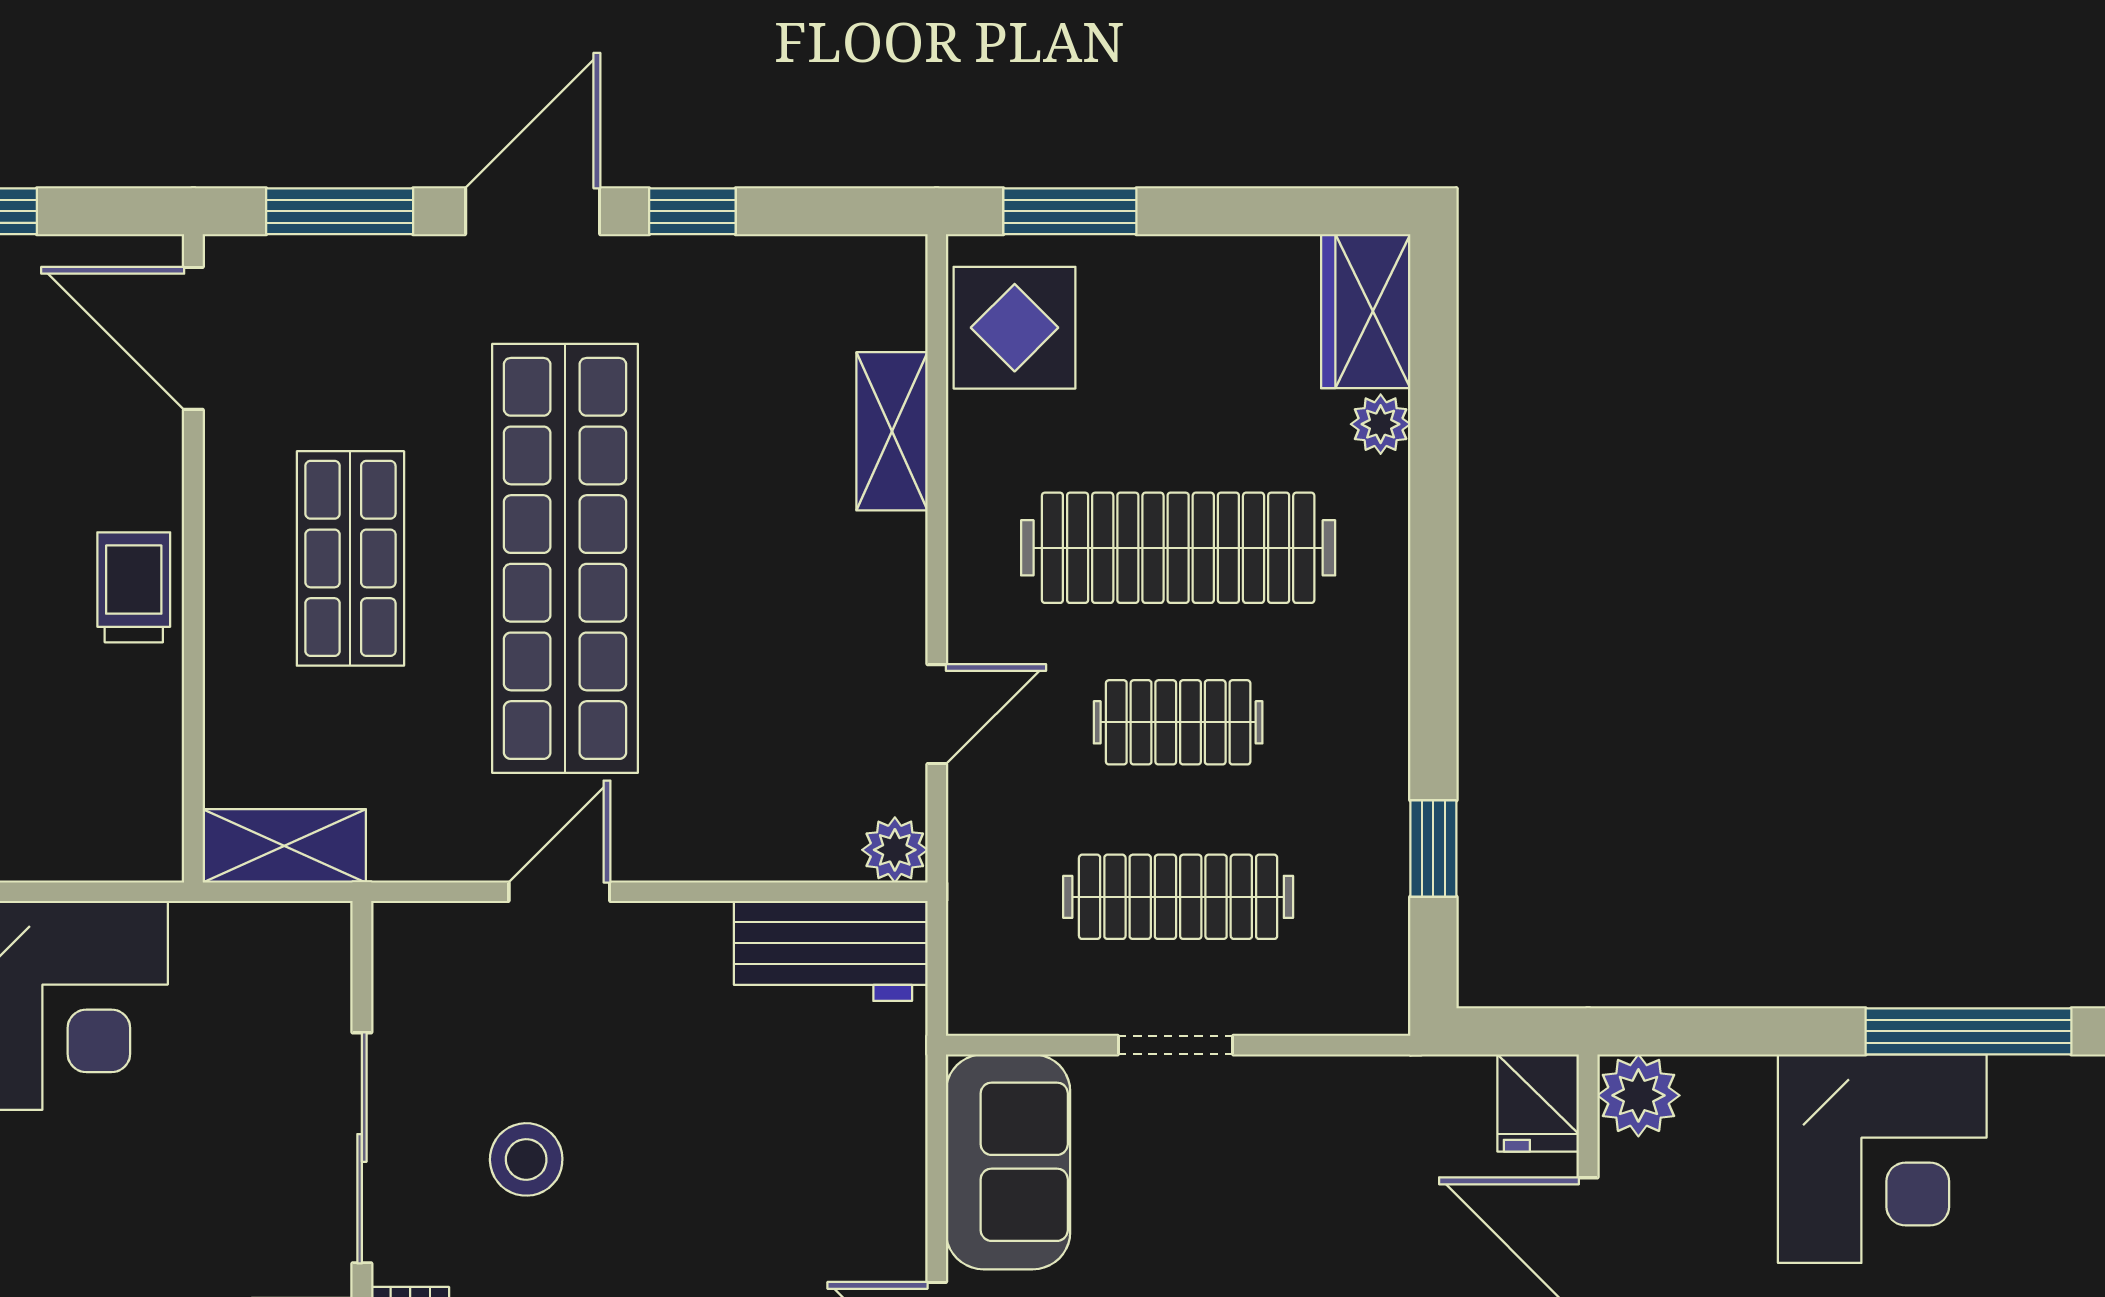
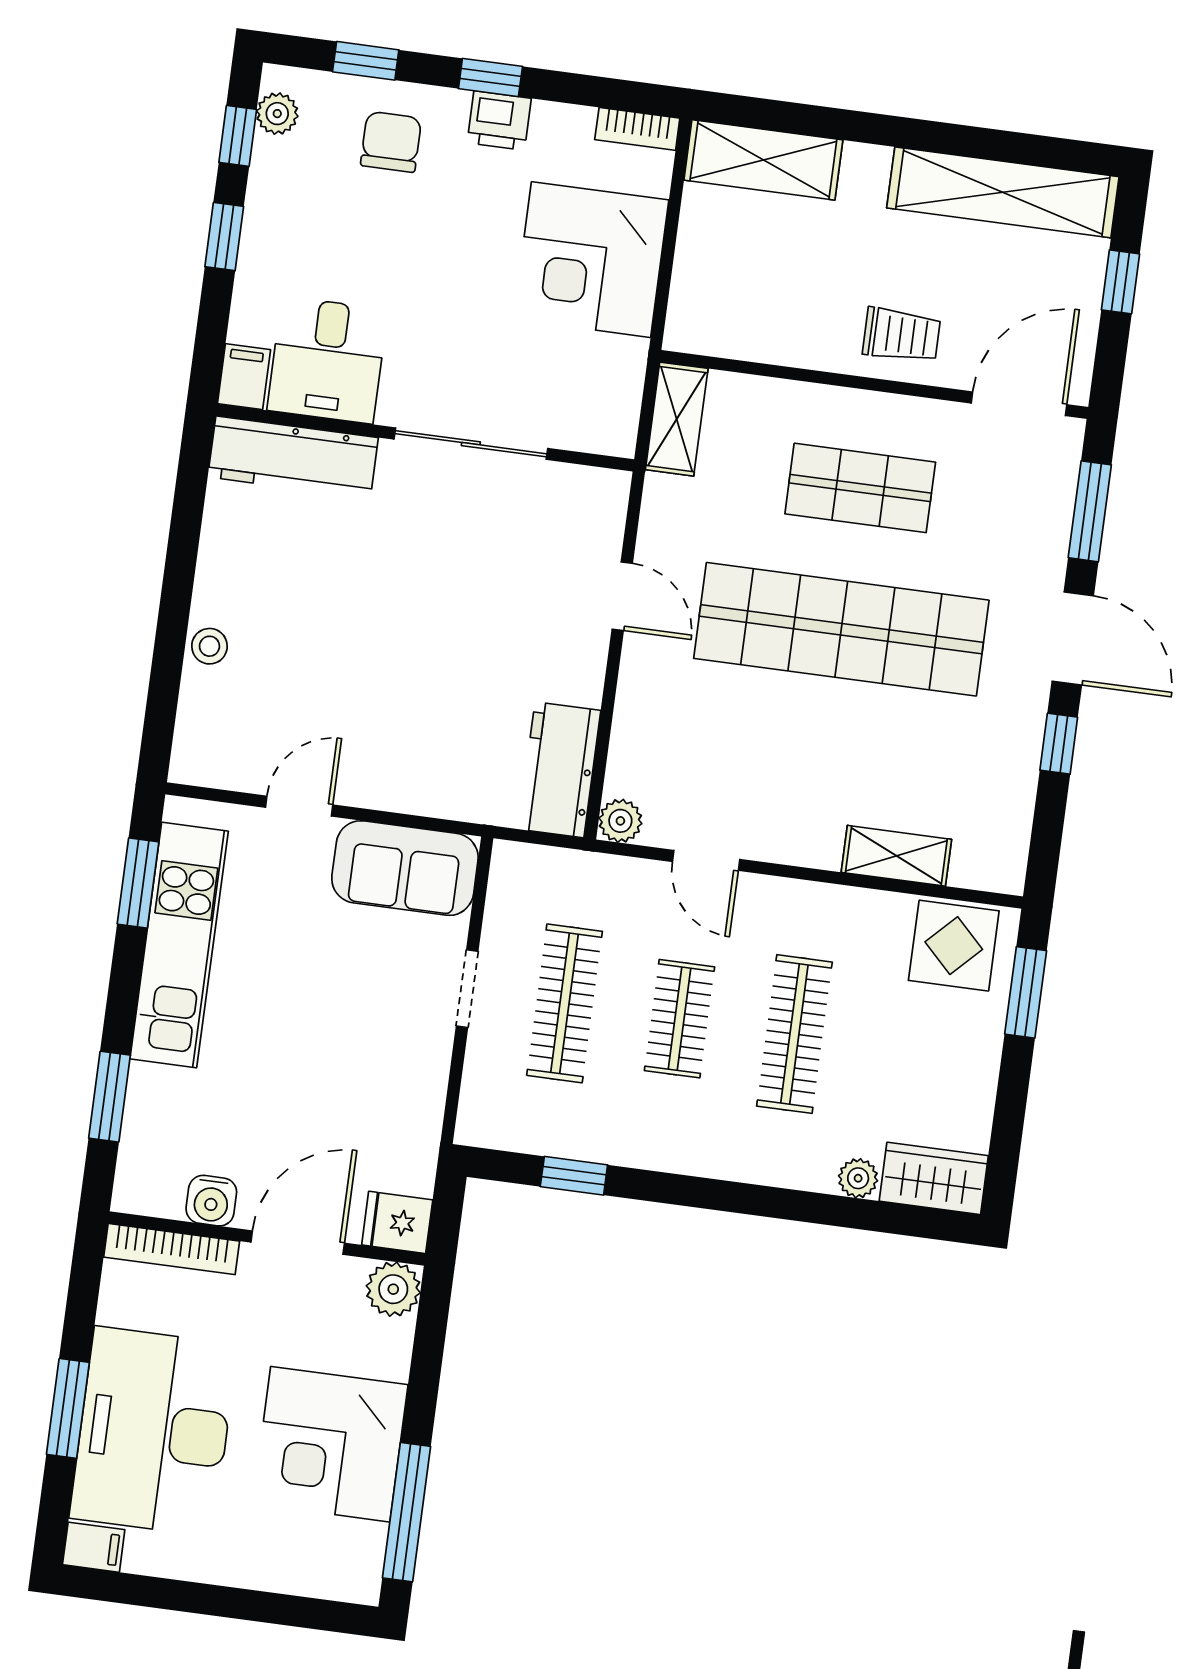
clothes rail: (1178, 548) -> (794, 1034), width x0.73, depth x0.76
trolley: (134, 587) -> (902, 335), moved
stool: (526, 1159) -> (449, 551), removed

